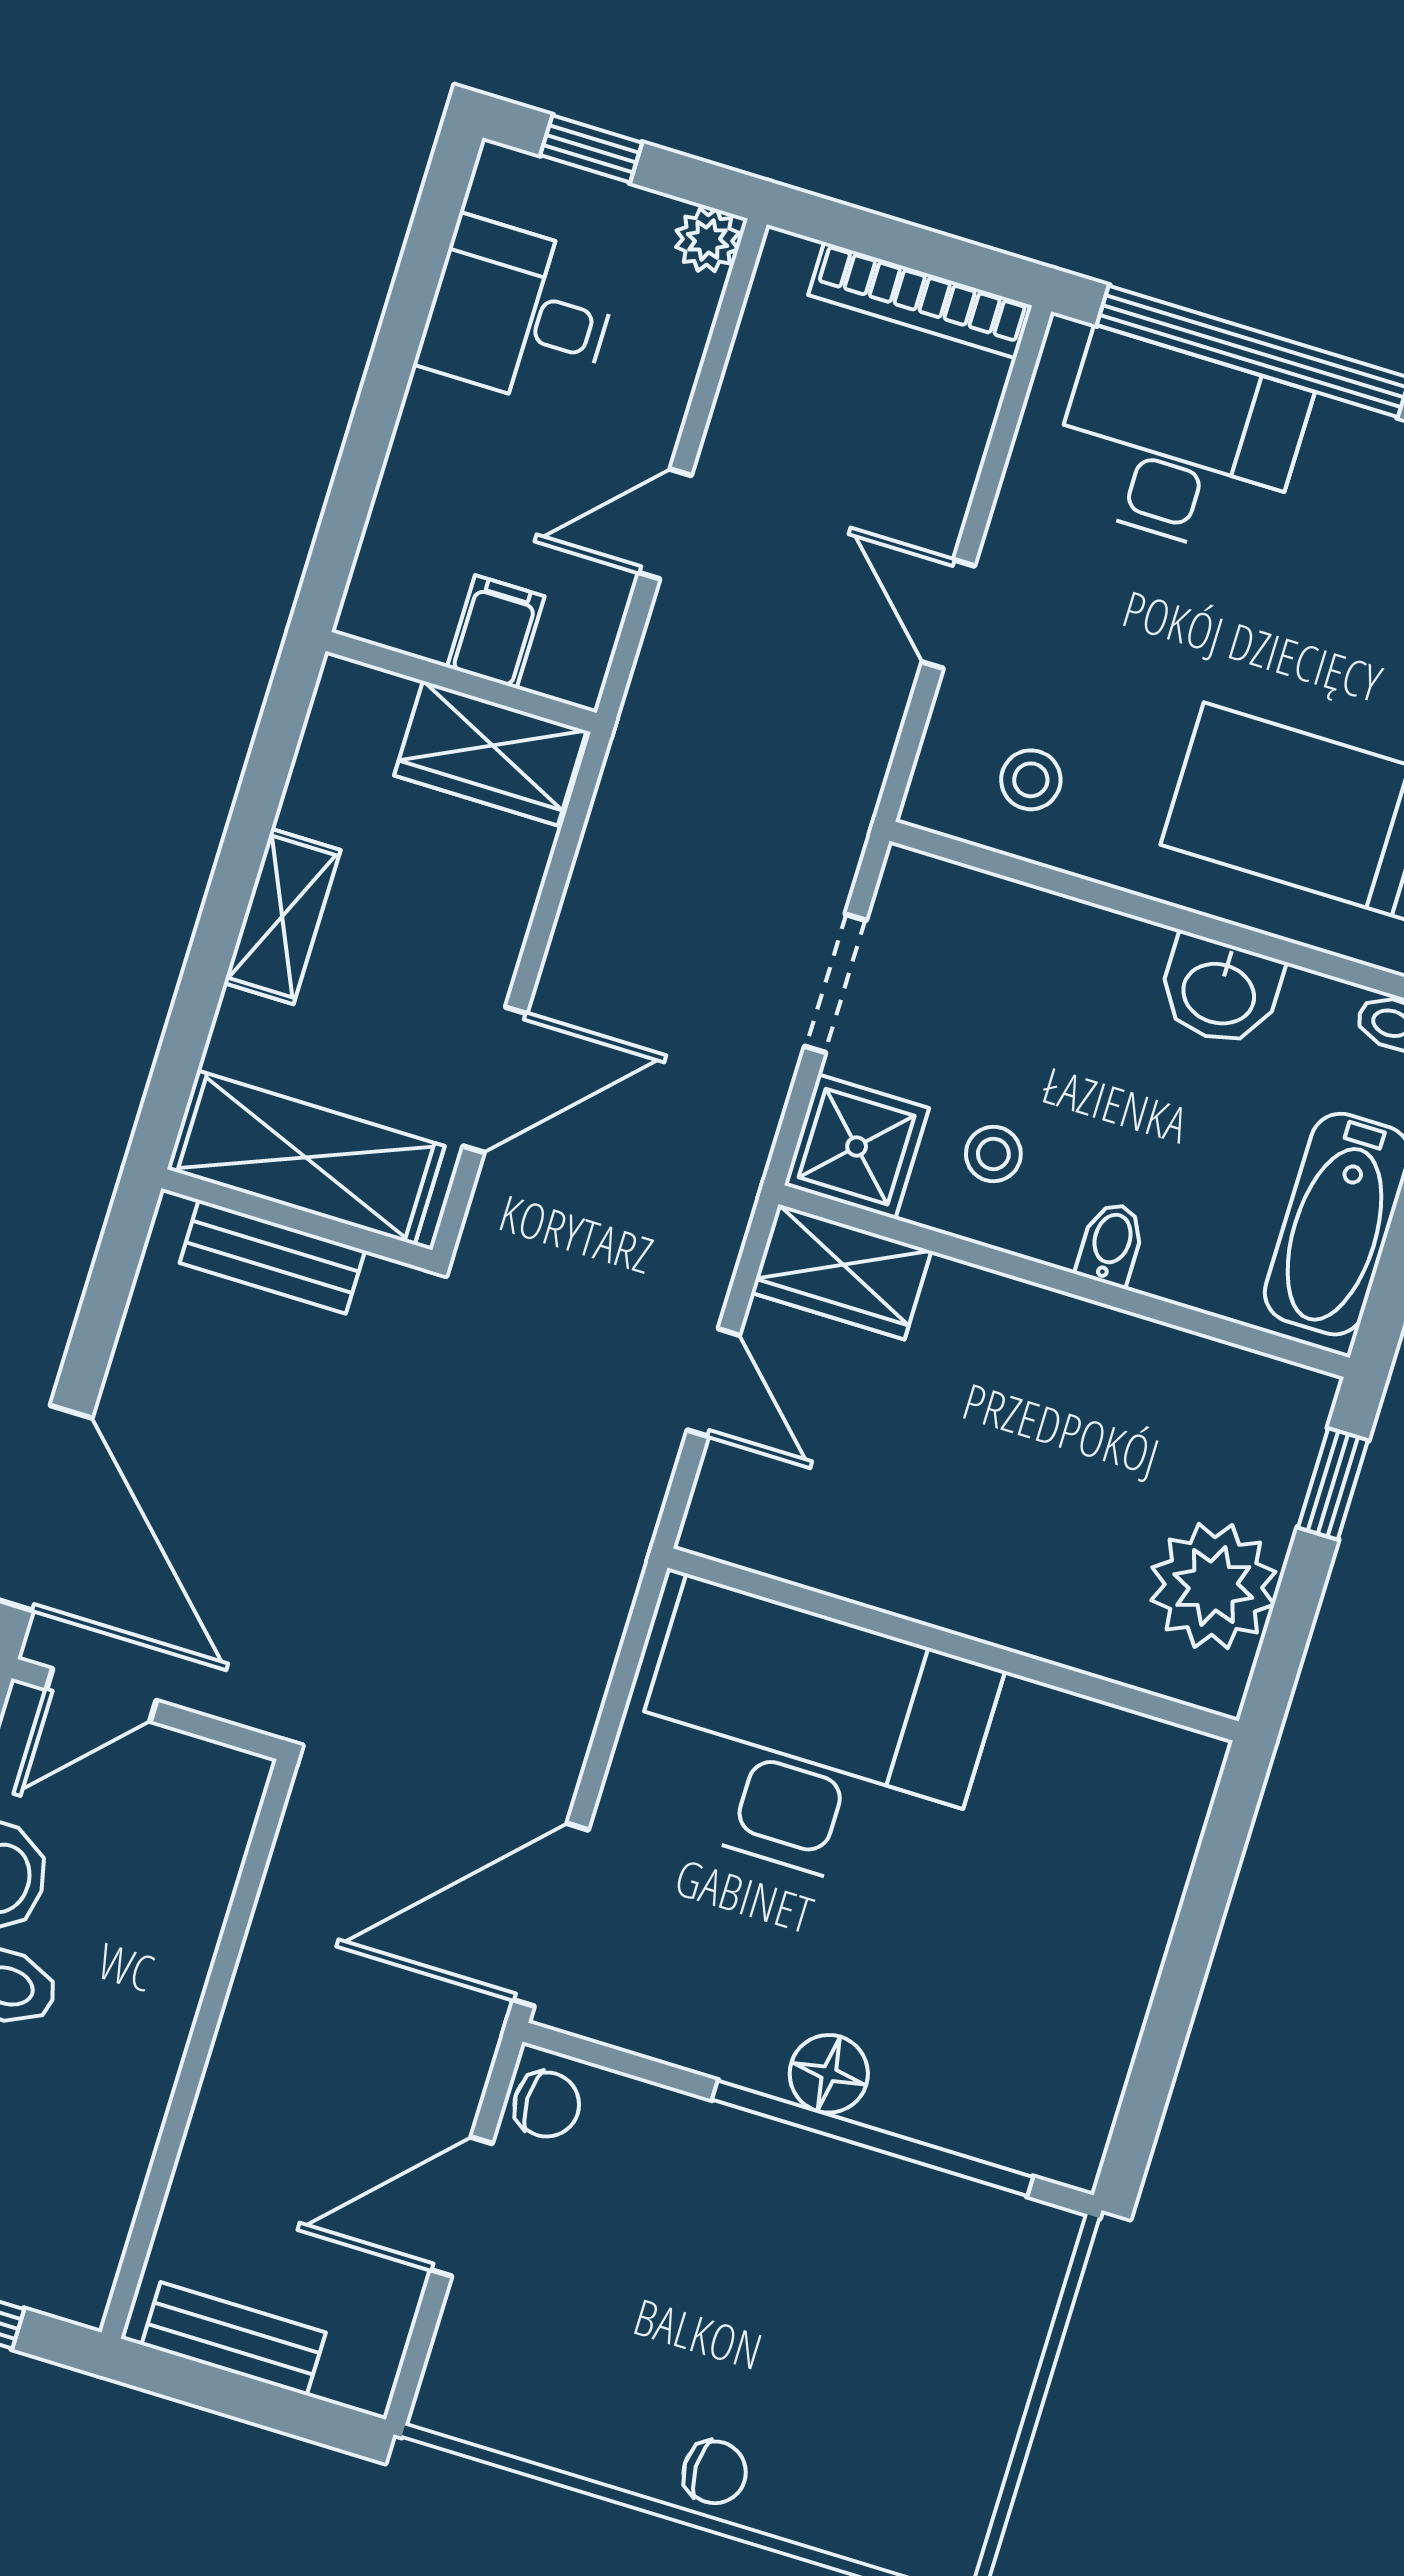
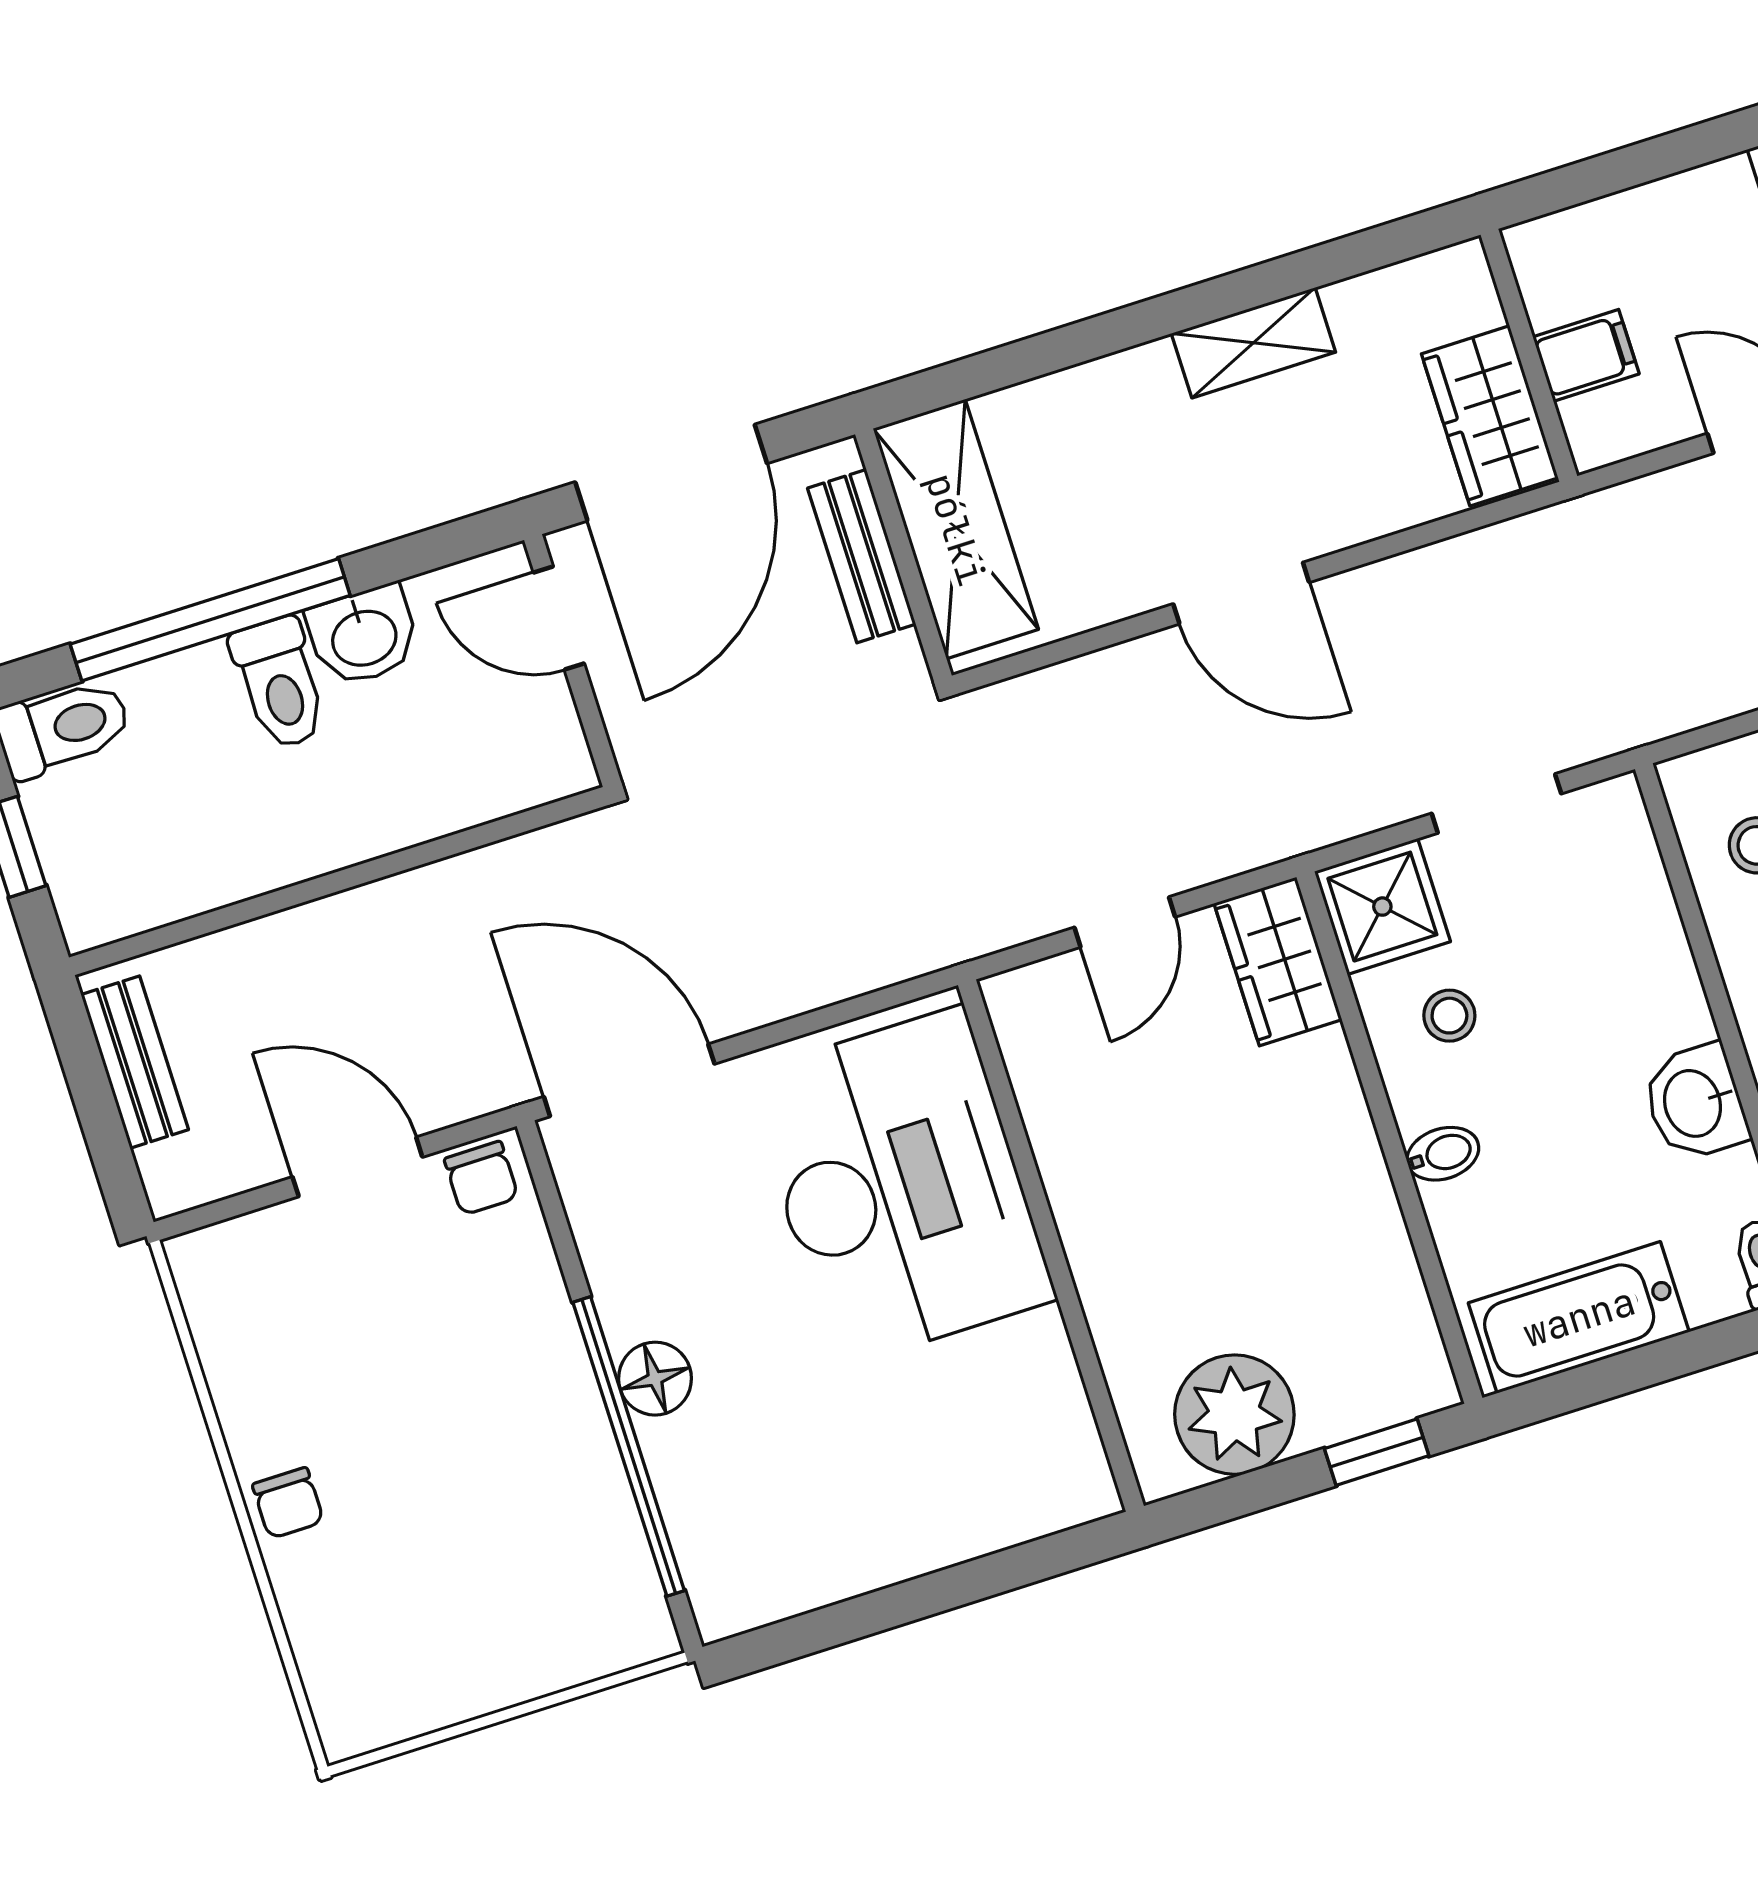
shelving: (306, 1158) -> (956, 529), moved
wall: (297, 1219) -> (904, 555), moved
bench: (272, 1257) -> (862, 556), moved

